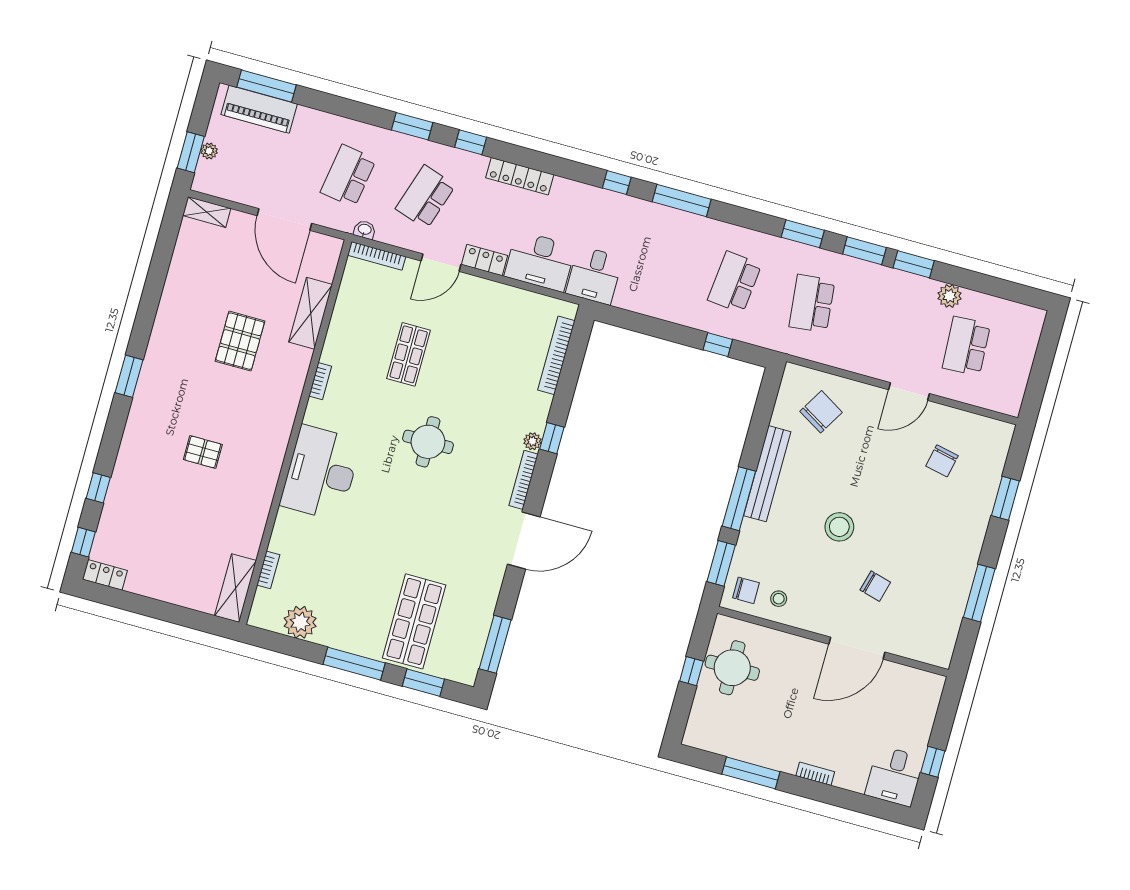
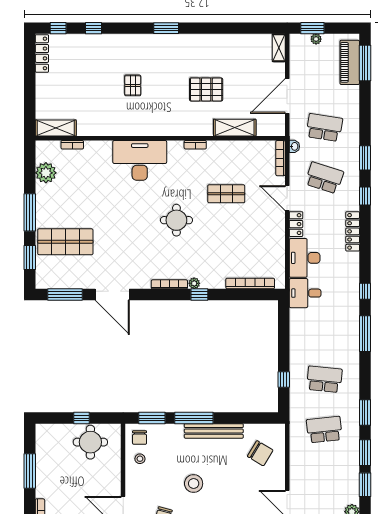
door: (524, 540) -> (112, 295), moved
locker: (105, 575) -> (42, 53), width x1.53

